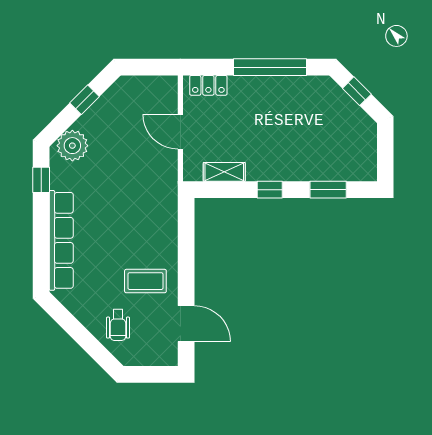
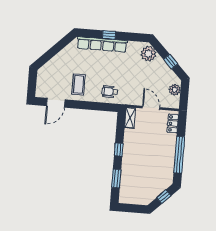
plant: (140, 87) -> (175, 90), added
door: (180, 132) -> (151, 108), hinge flipped
shelving: (224, 172) -> (130, 118), moved
window: (41, 180) -> (109, 35), moved
wheelchair: (118, 325) -> (110, 92), moved

